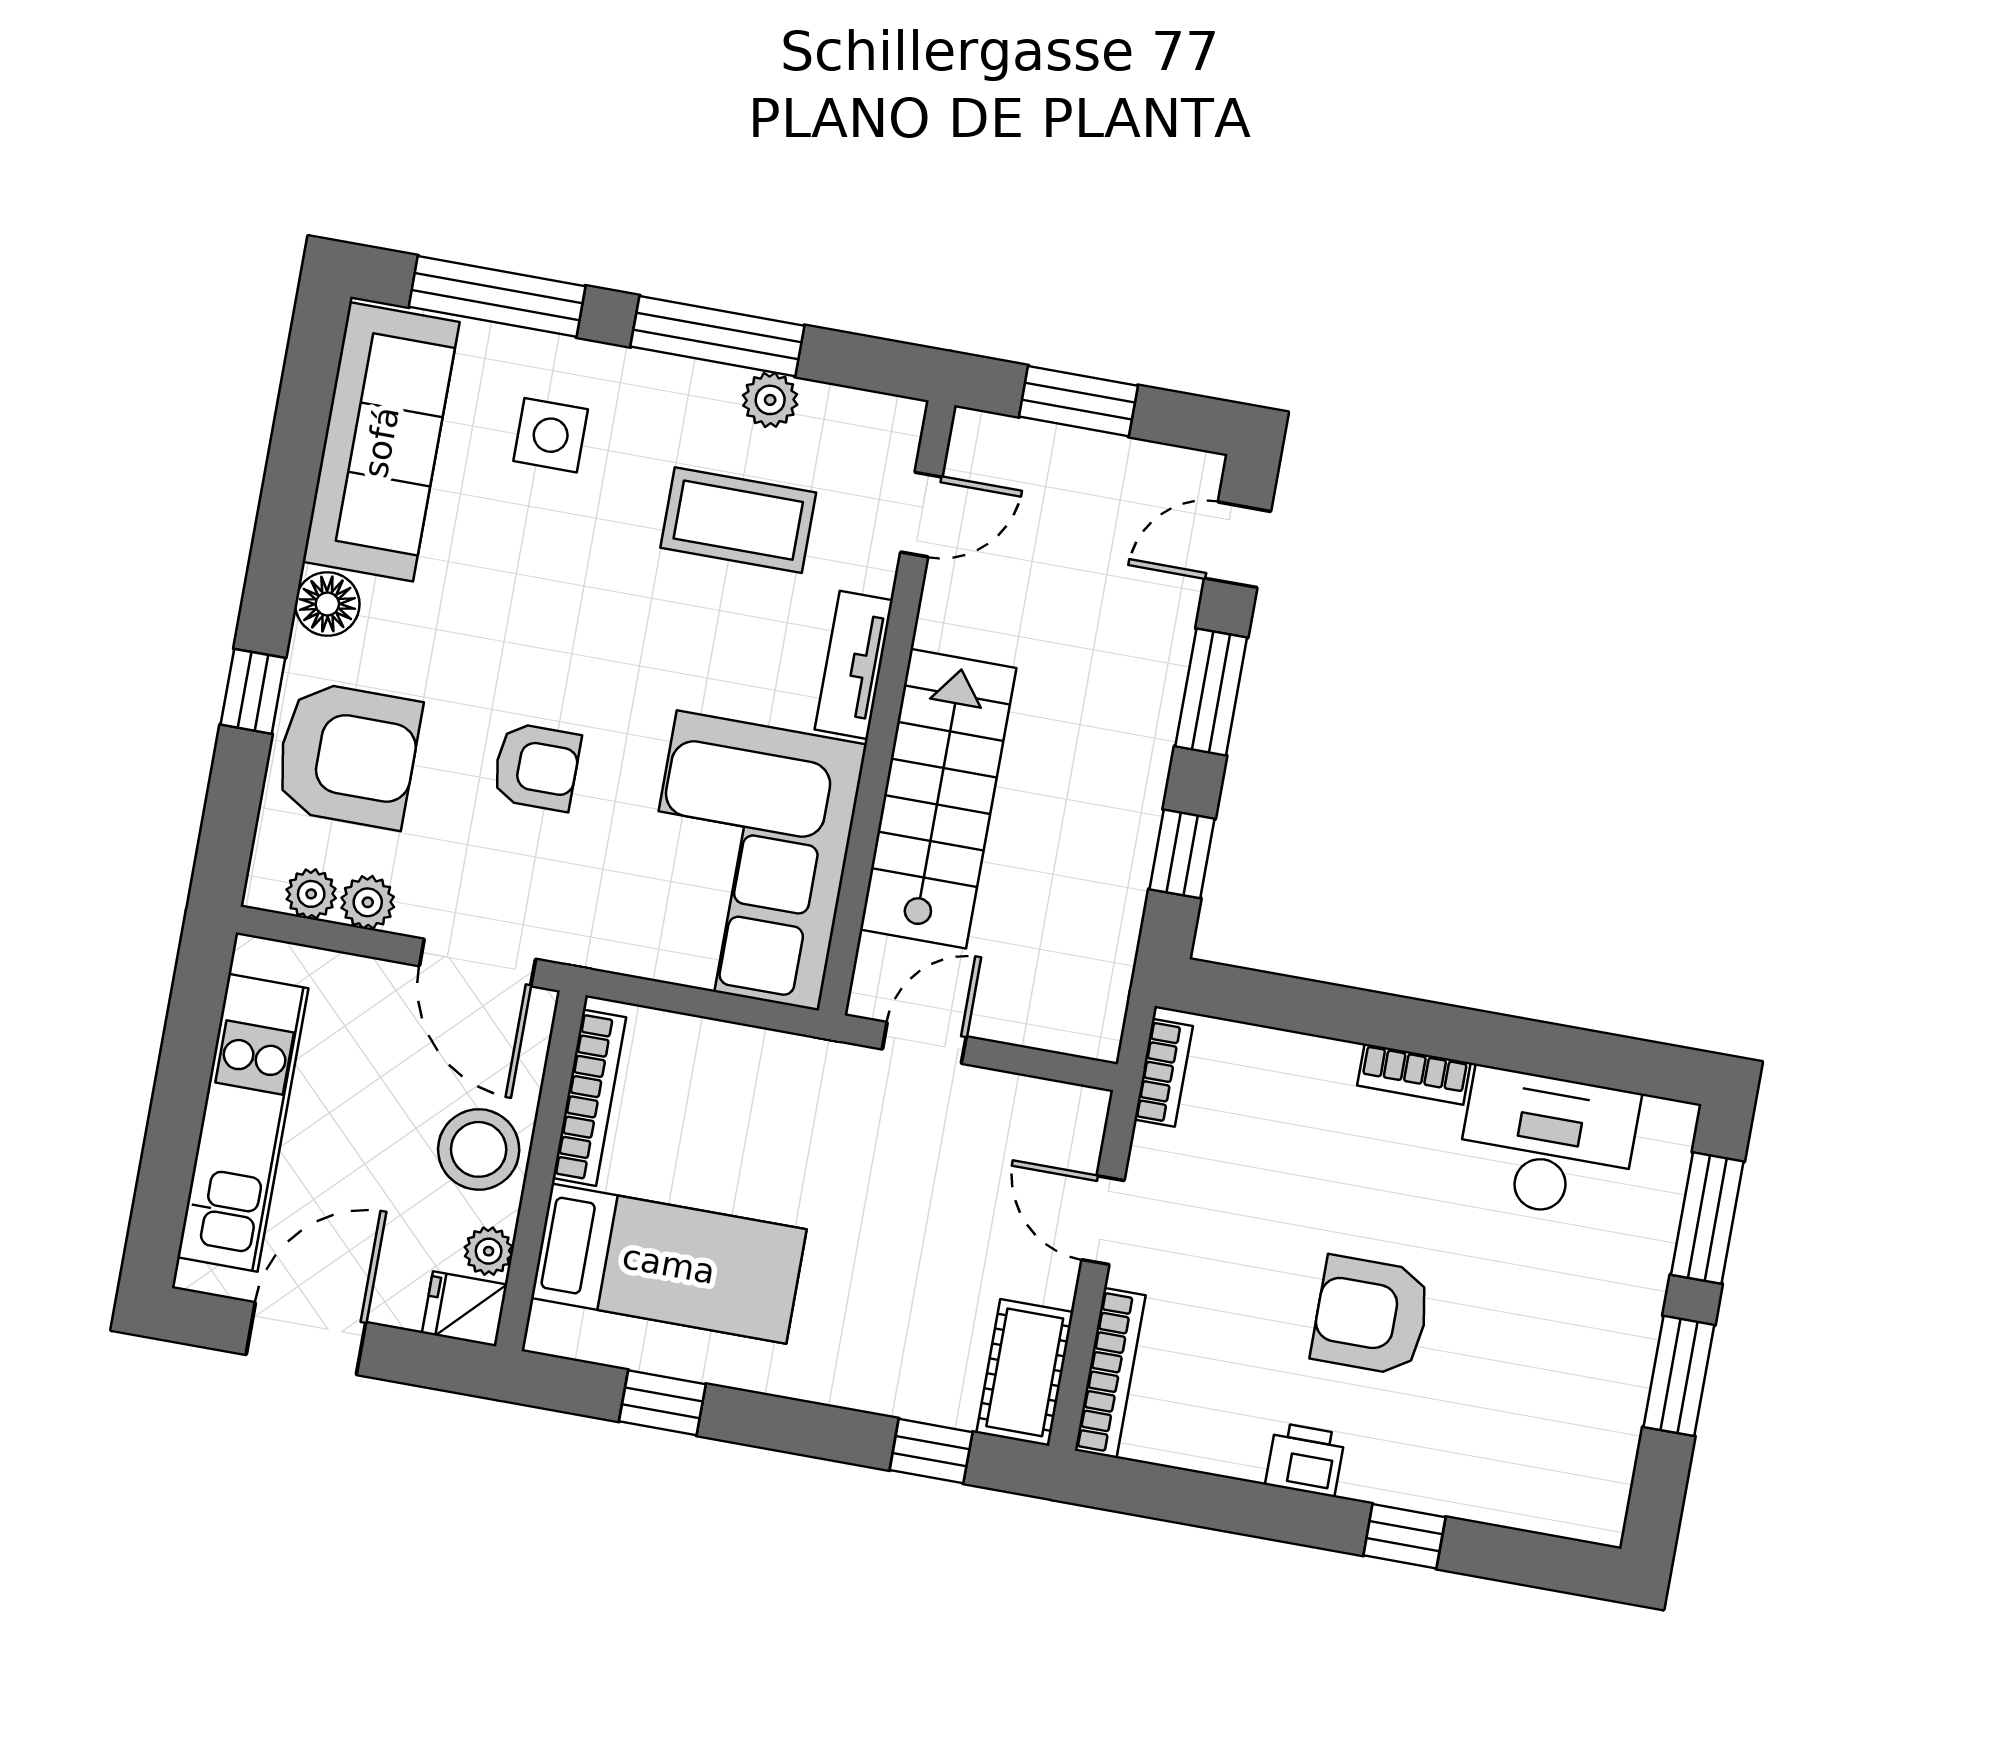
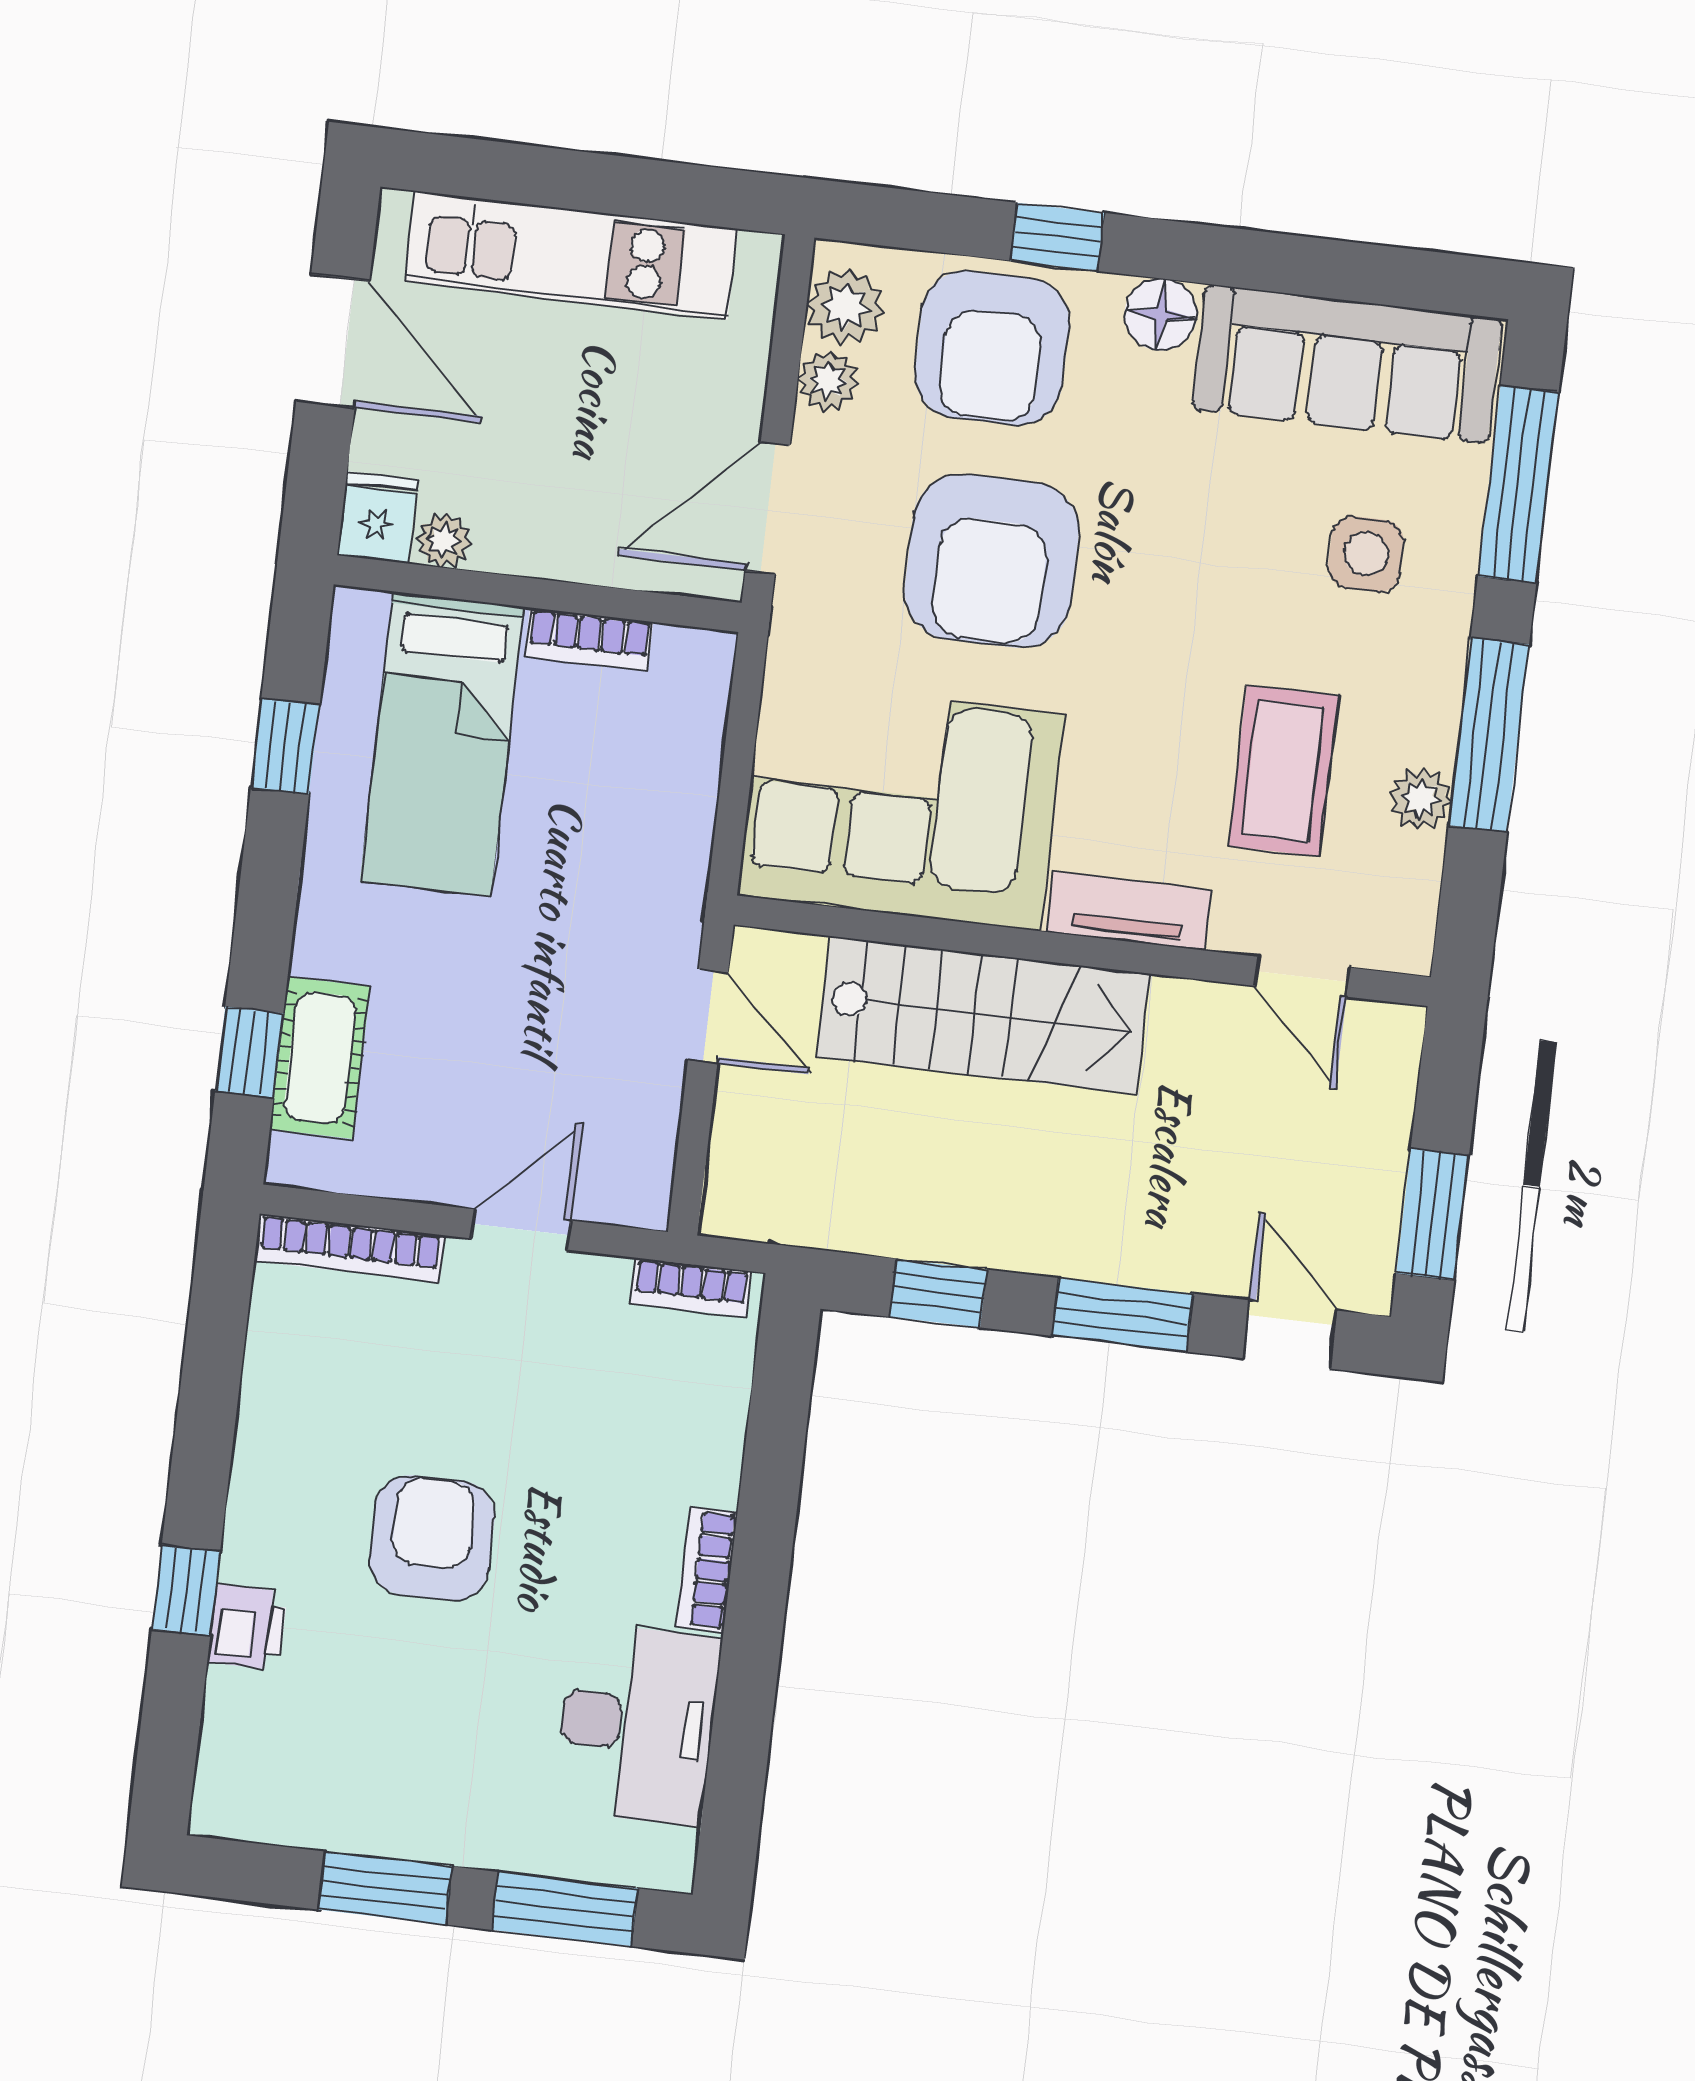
window: (1078, 401) -> (1433, 1214), moved
armchair: (536, 767) -> (992, 561), width x1.88, depth x1.88
plant: (311, 894) -> (845, 307), width x1.38, depth x1.38
bookcase: (589, 1098) -> (589, 639), width x0.64
stool: (479, 1149) -> (557, 522), removed
cot: (1025, 1372) -> (320, 1058), moved, turned 90
printer: (1305, 1460) -> (247, 1627), moved

